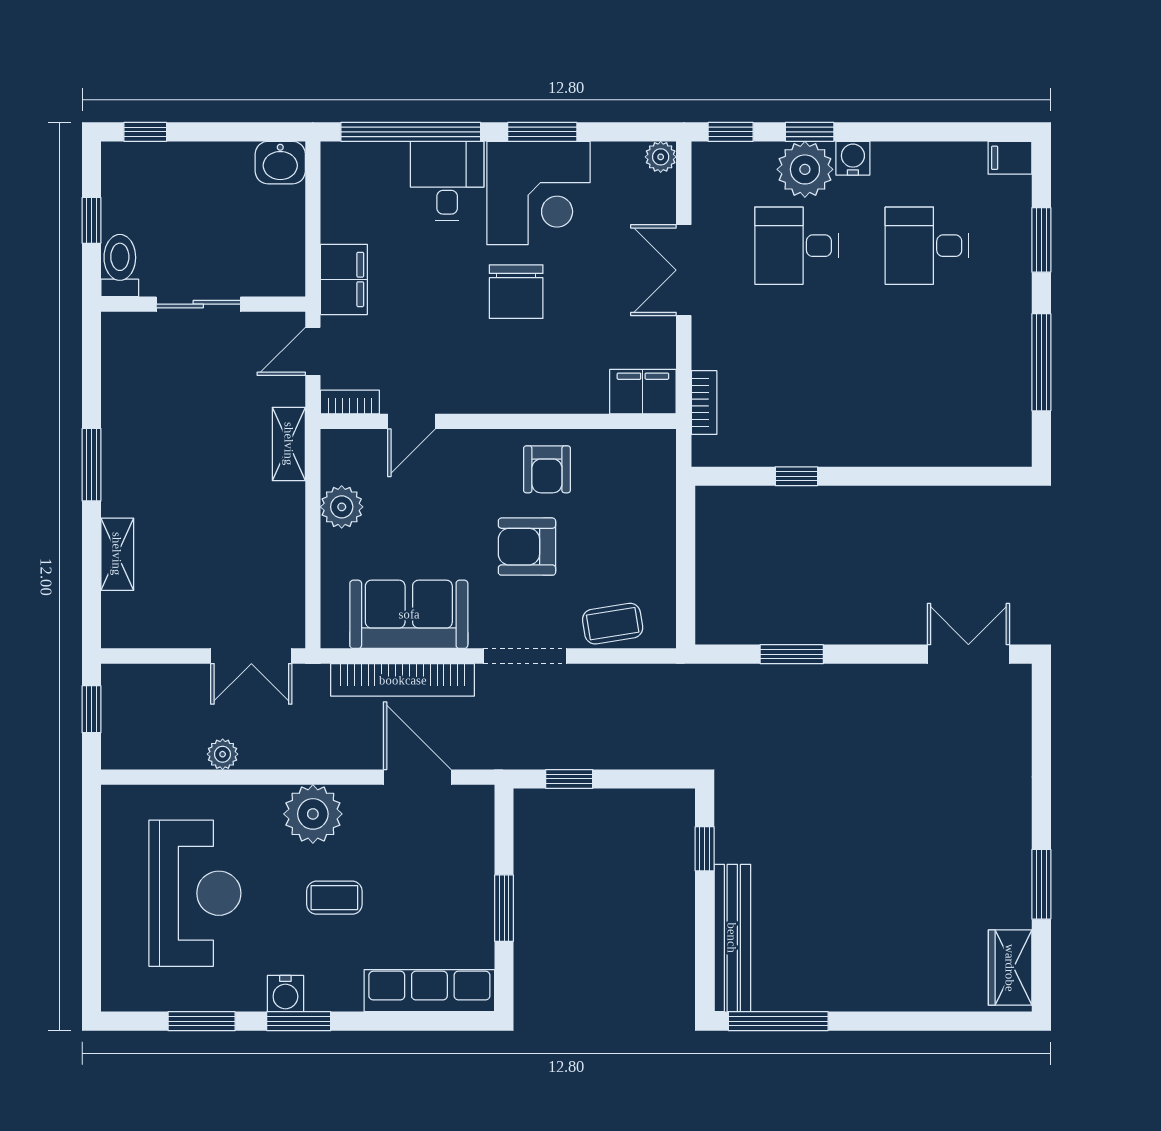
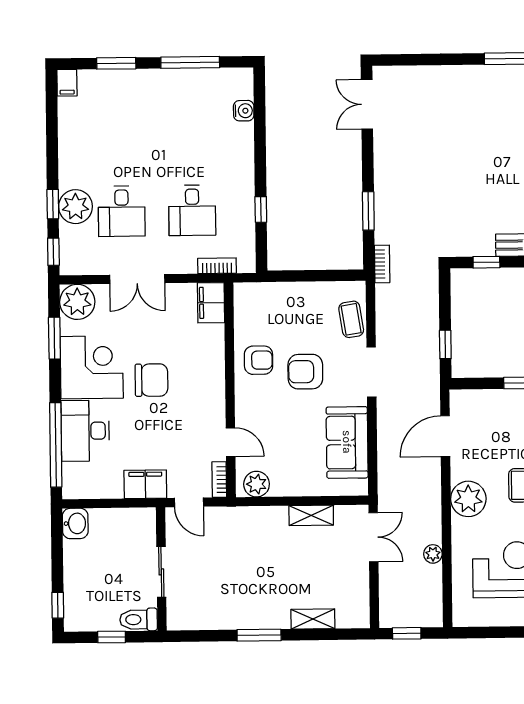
window: (542, 132) -> (54, 338), moved
plant: (661, 157) -> (77, 302), width x1.87, depth x1.87
water cooler: (853, 158) -> (244, 111), moved, turned 180
desk: (447, 181) -> (85, 431), width x1.37
desk: (927, 246) -> (192, 210), moved
shelving: (289, 444) -> (311, 515), moved
plant: (342, 507) -> (257, 484), moved
armchair: (527, 547) -> (305, 372), turned 90
bookcase: (403, 680) -> (382, 264), moved, width x0.43, depth x0.76

